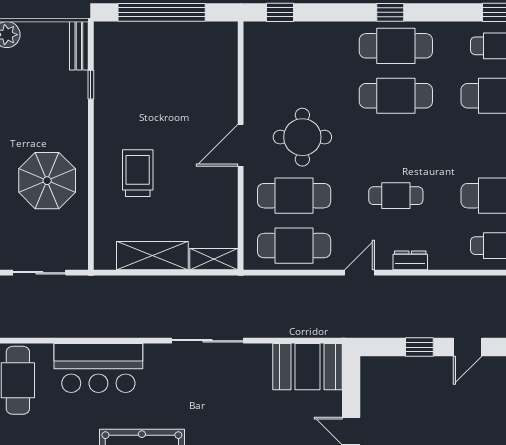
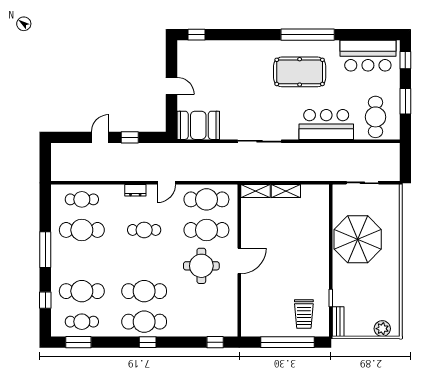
trolley: (138, 173) -> (304, 314), moved
parasol: (47, 181) -> (358, 239), width x1.36, depth x1.36
shelving: (152, 256) -> (286, 191), width x0.67, depth x0.75

